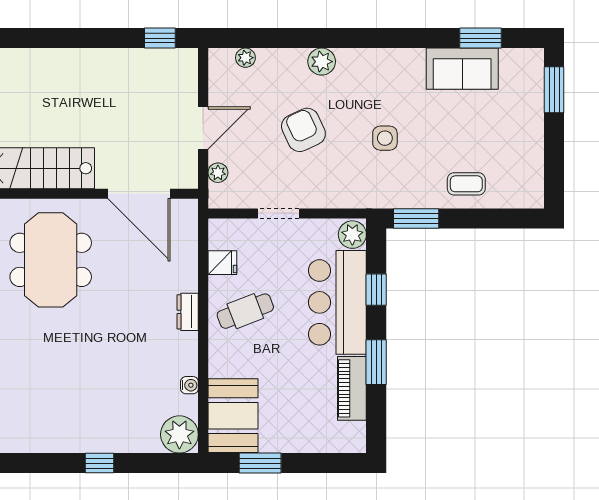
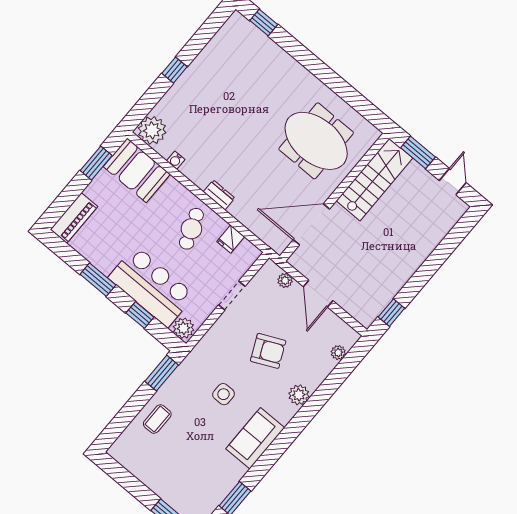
sofa: (462, 69) -> (255, 438), moved
piano: (352, 388) -> (74, 218), moved, turned 90

